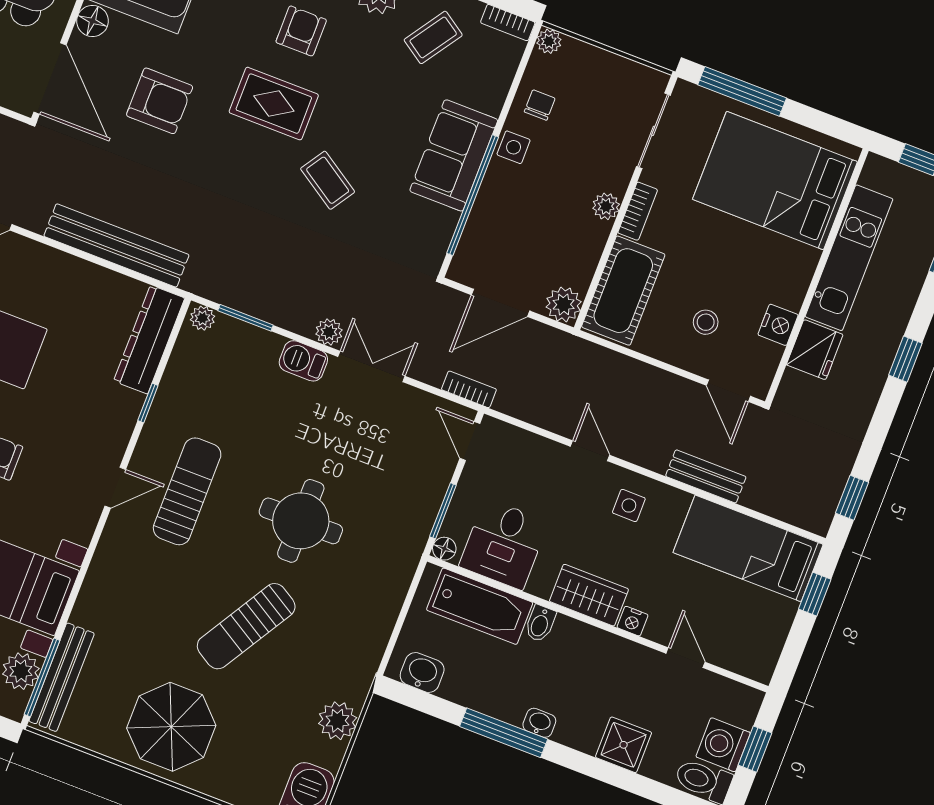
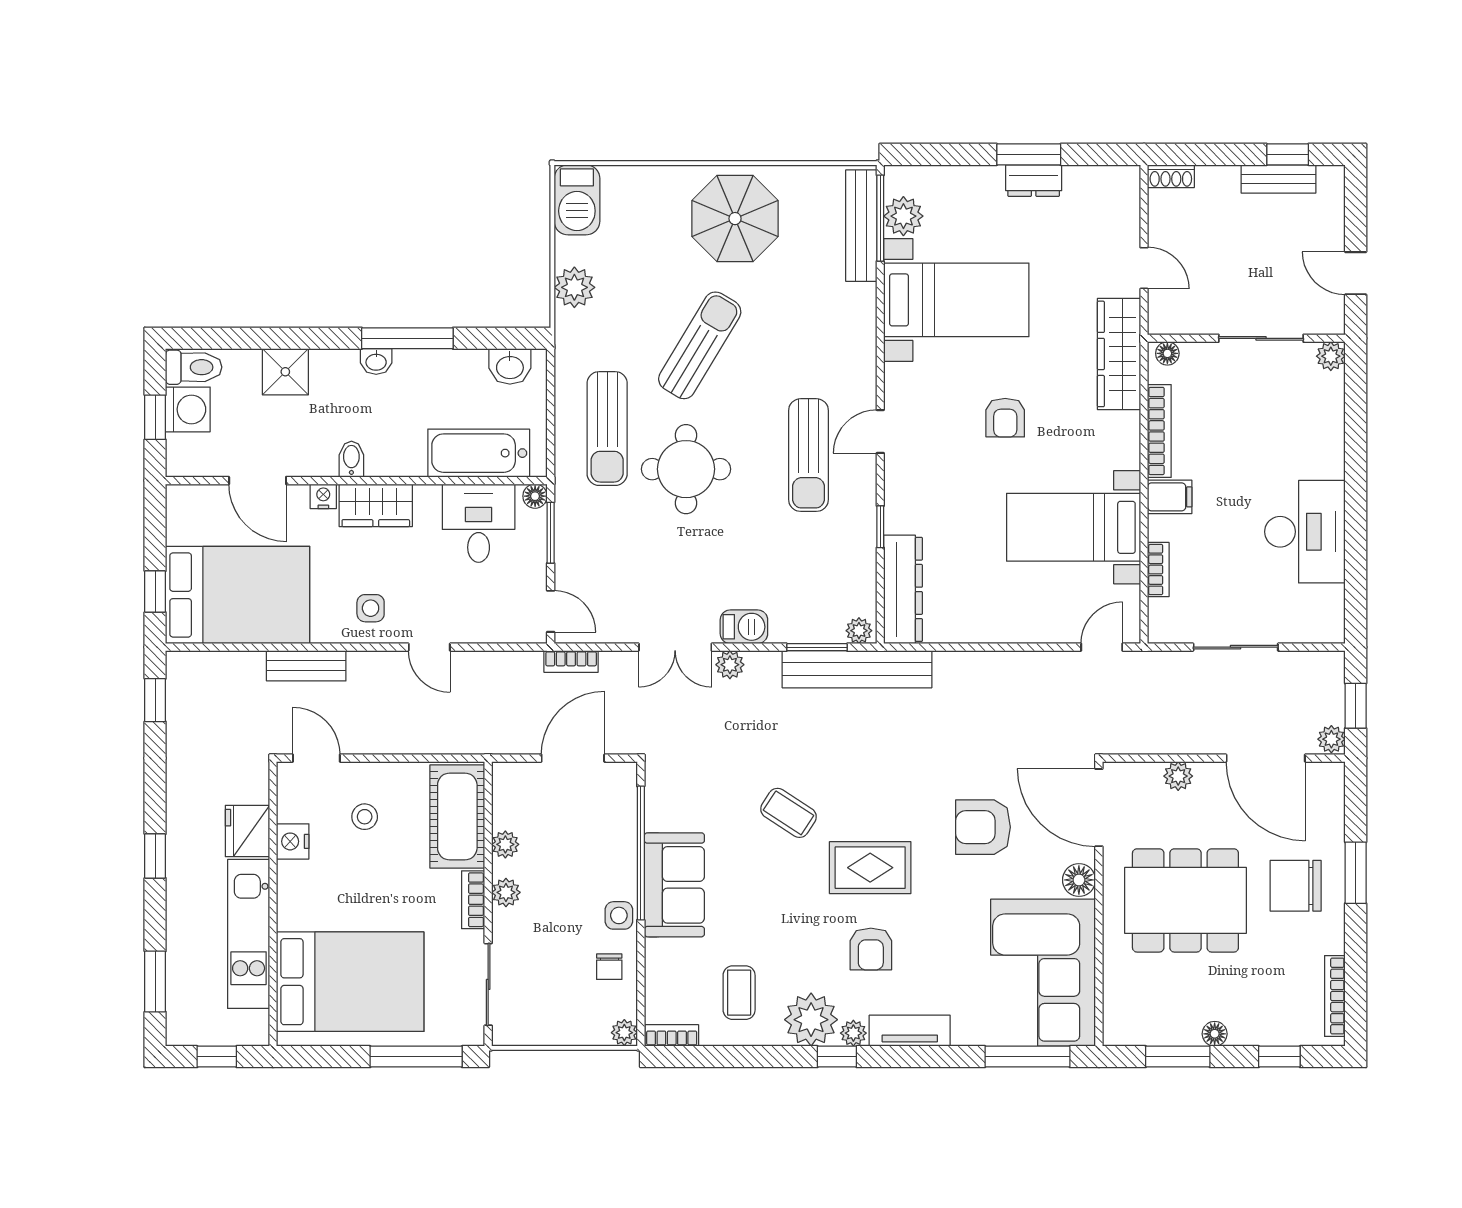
coffee table: (433, 37) -> (739, 993), turned -34
bench: (116, 245) -> (857, 669), moved
plant: (564, 304) -> (505, 844), moved, width x0.73, depth x0.73
bed: (748, 548) -> (238, 595), width x1.50
sun lounger: (357, 584) -> (607, 429), added
bidet: (540, 623) -> (351, 459), moved
door: (686, 658) -> (258, 481), width x1.38

